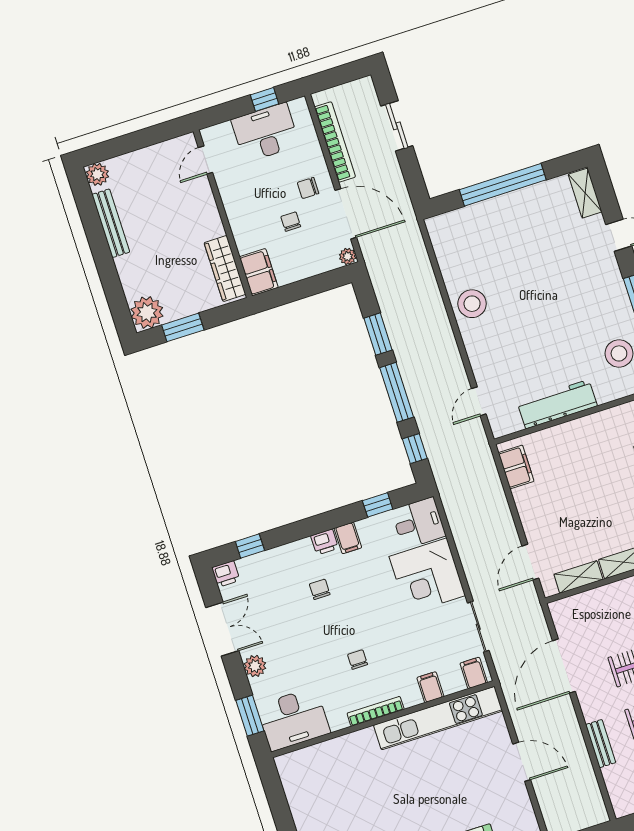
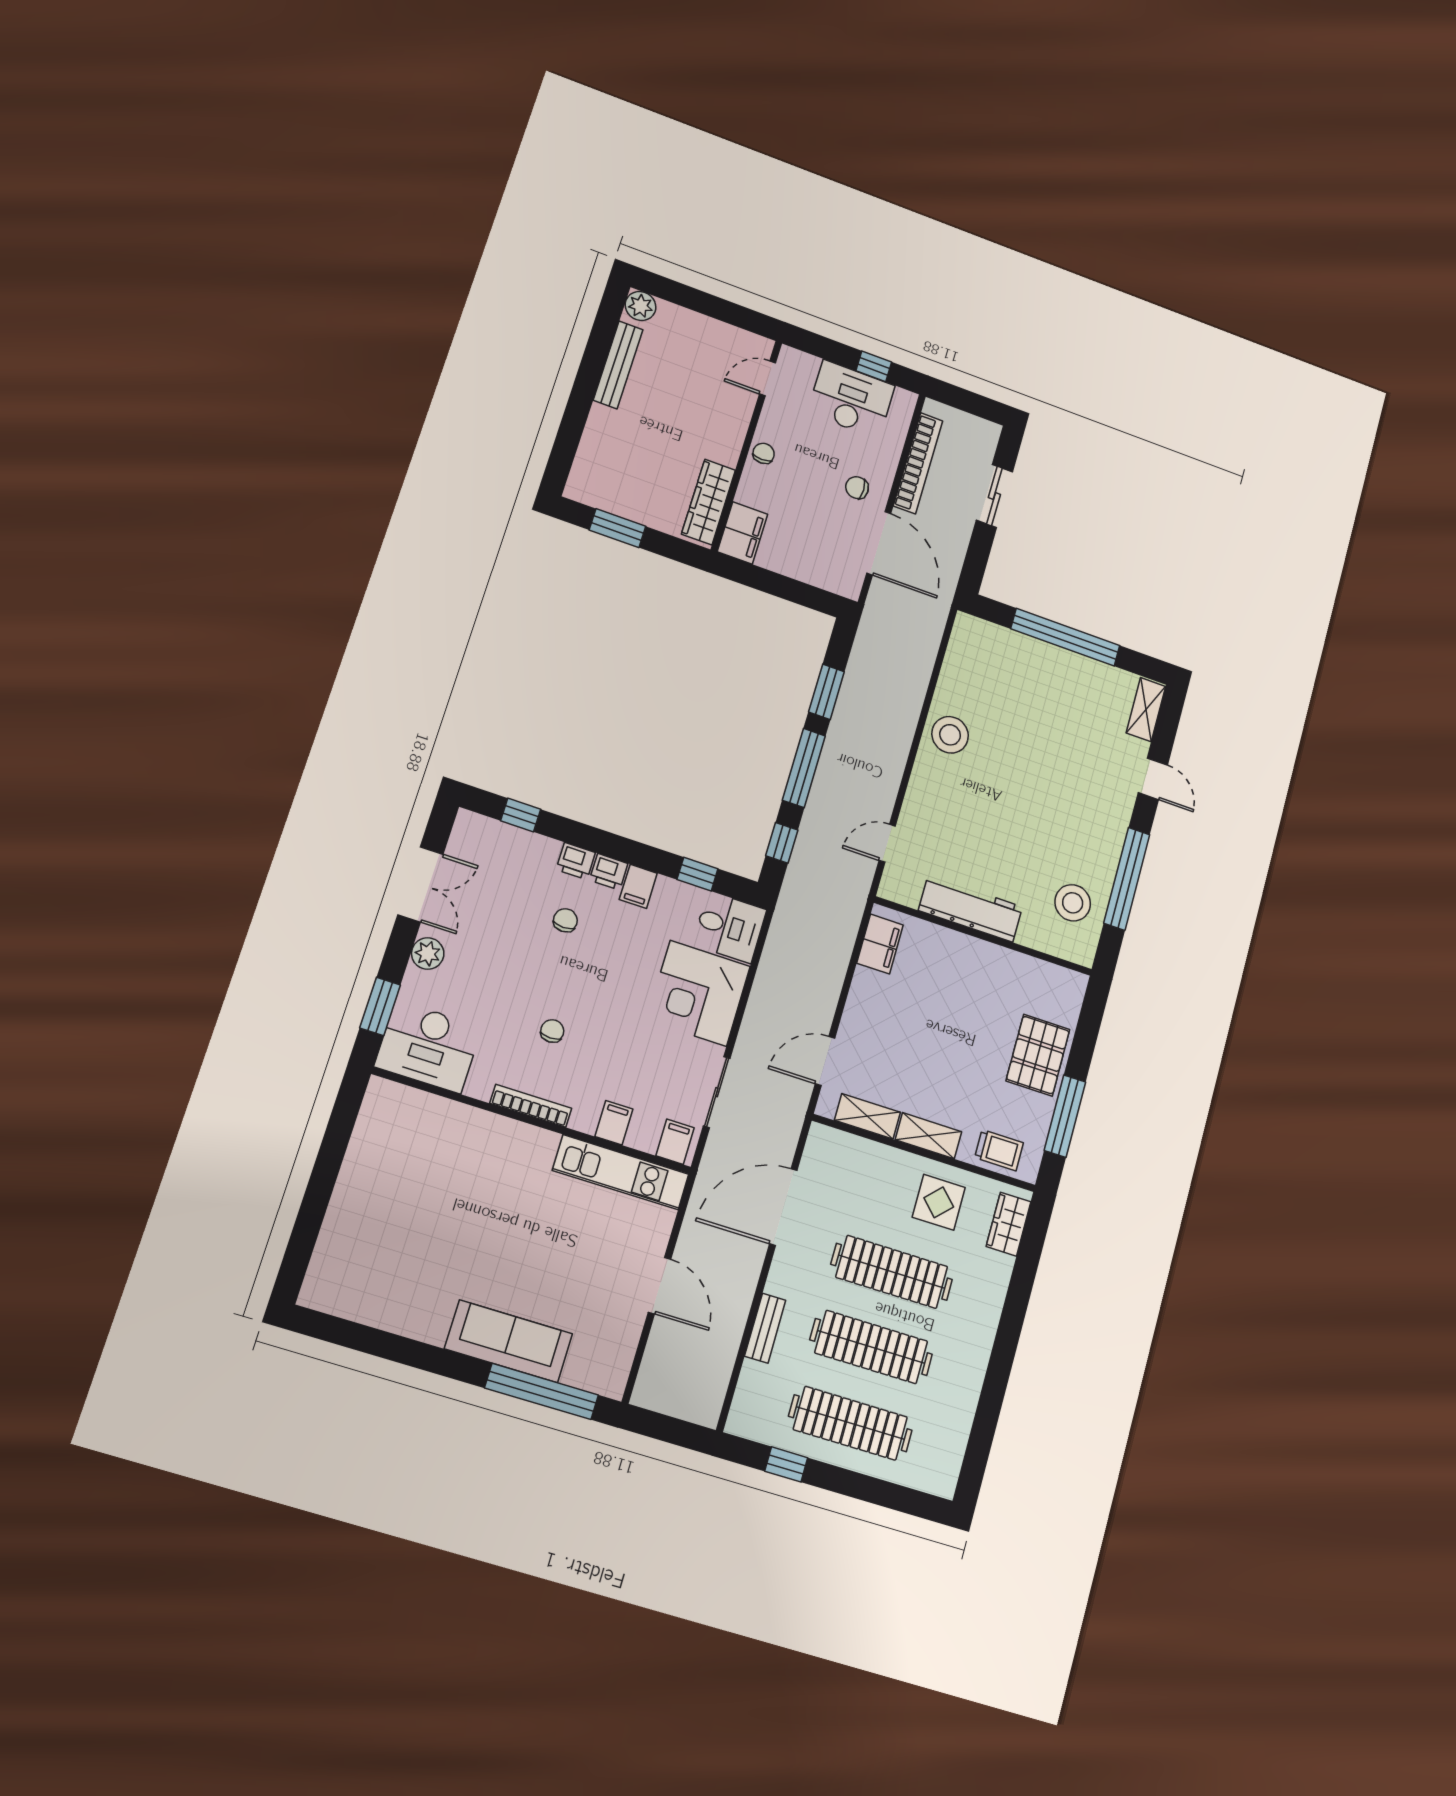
chair: (291, 222) -> (764, 453), moved
plant: (348, 256) -> (850, 588), removed
plant: (147, 313) -> (589, 484), removed
printer: (226, 574) -> (576, 861), moved
kitchen unit: (438, 718) -> (621, 1172), width x0.73

